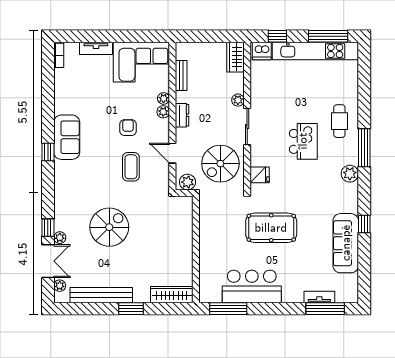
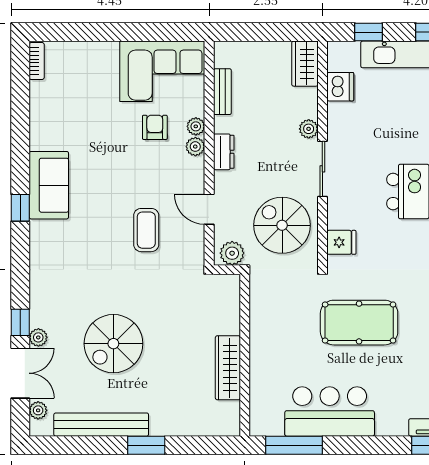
tv unit: (96, 48) -> (93, 50), removed
dishwasher: (262, 51) -> (340, 87), moved, turned -90
armchair: (128, 128) -> (155, 127), moved
spiral stairs: (220, 164) -> (282, 225), turned 90
spiral stairs: (109, 227) -> (113, 344), moved, turned 180
wardrobe: (172, 295) -> (228, 368), moved, turned -90

